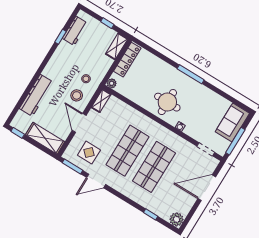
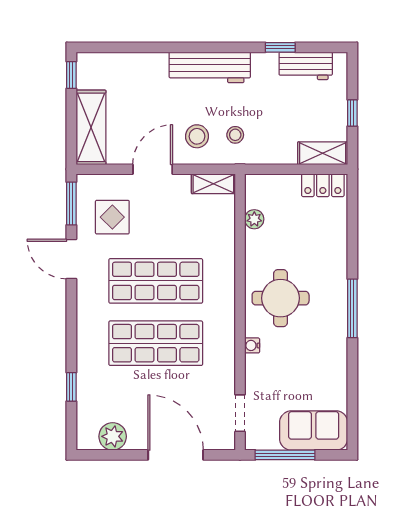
locker: (127, 60) -> (323, 185), width x0.66
plant: (112, 83) -> (254, 219), moved
workbench: (36, 95) -> (210, 67), moved
plant: (177, 219) -> (113, 436), moved

